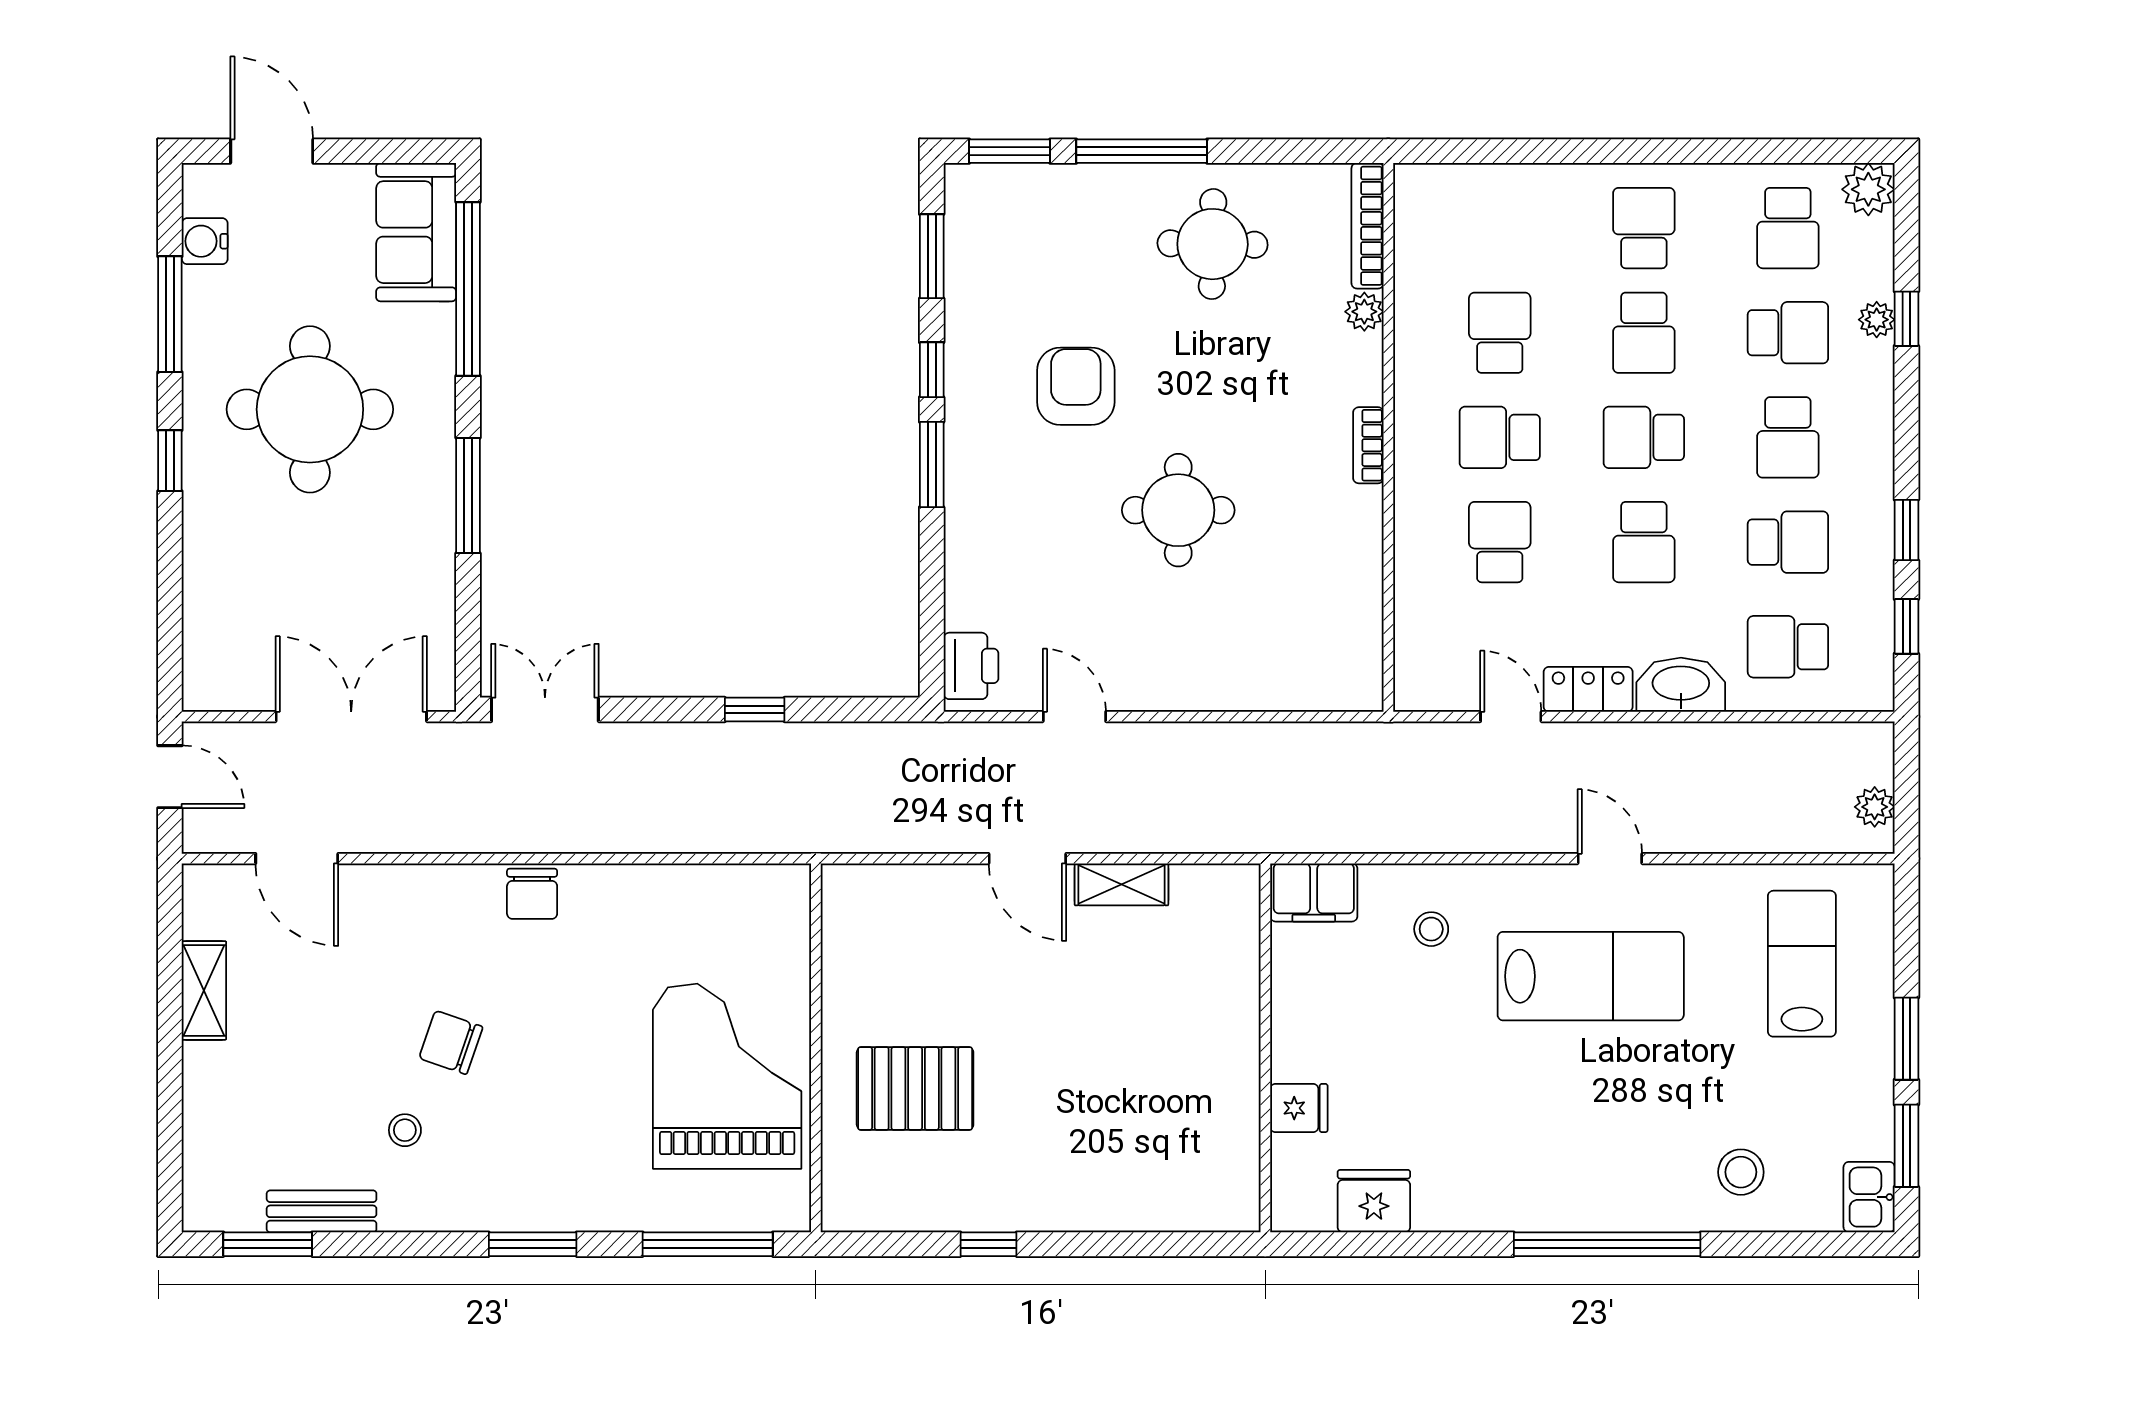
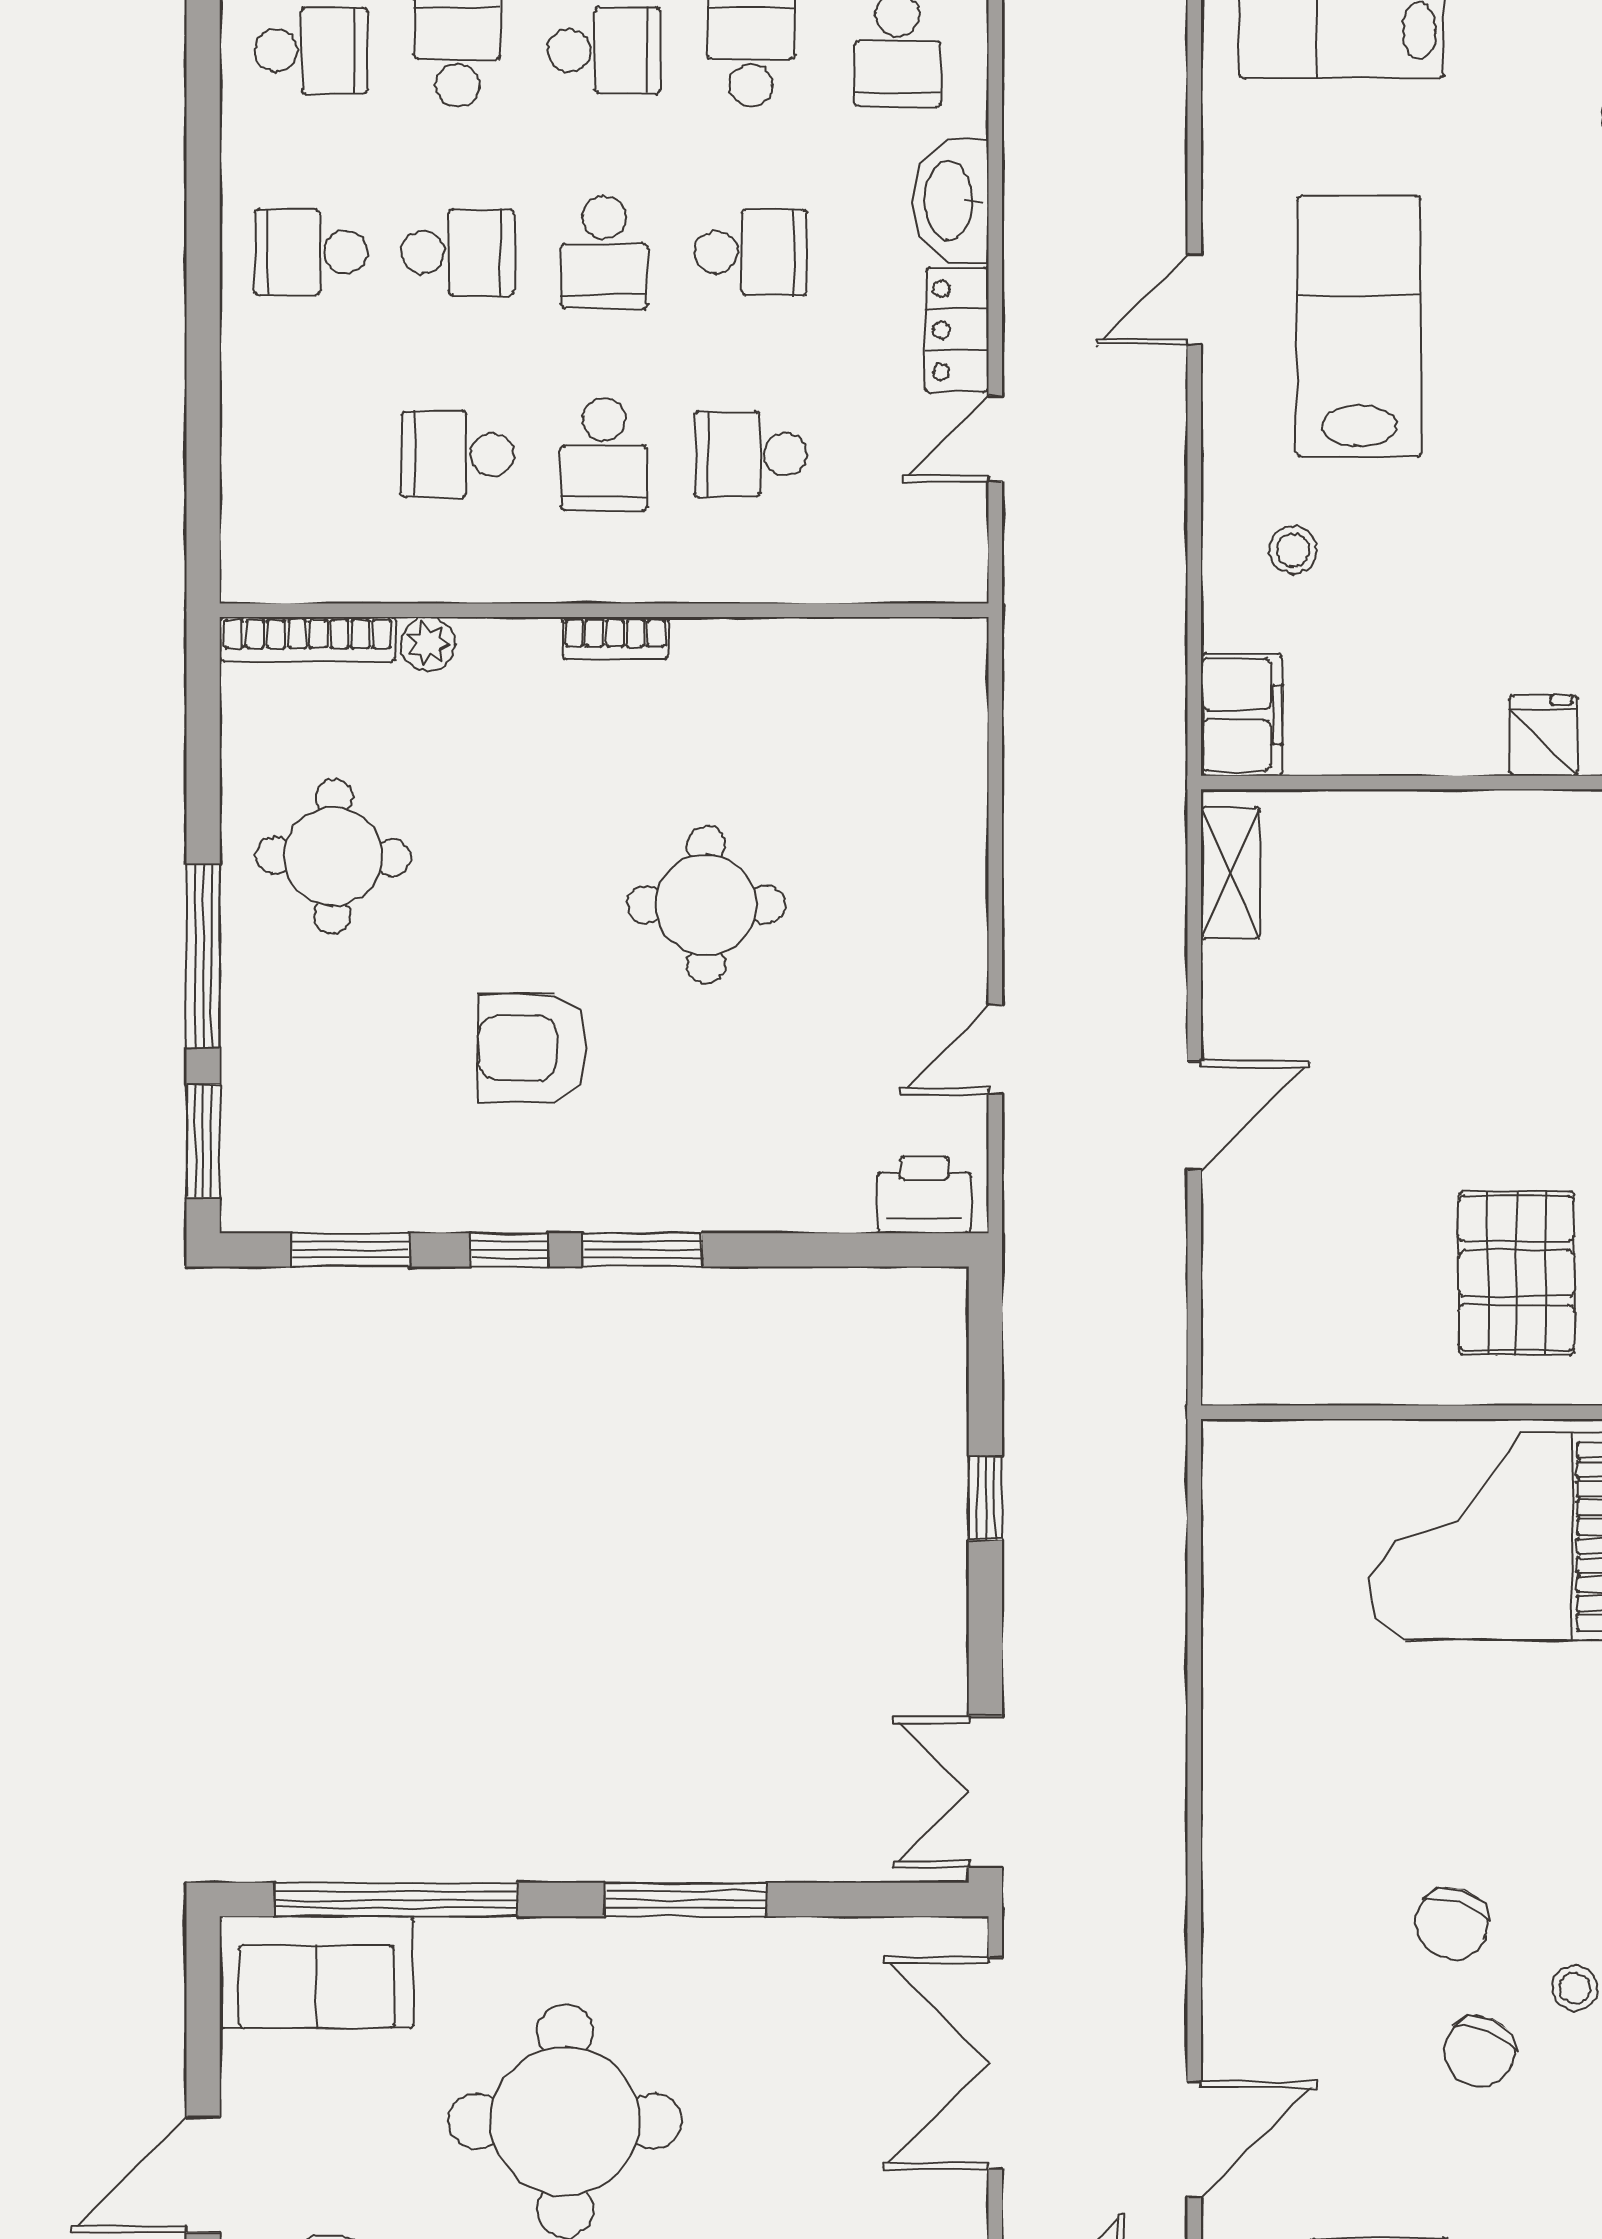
shelving: (1121, 884) -> (1230, 873), moved
chair: (532, 894) -> (1479, 2052), moved, turned 112

